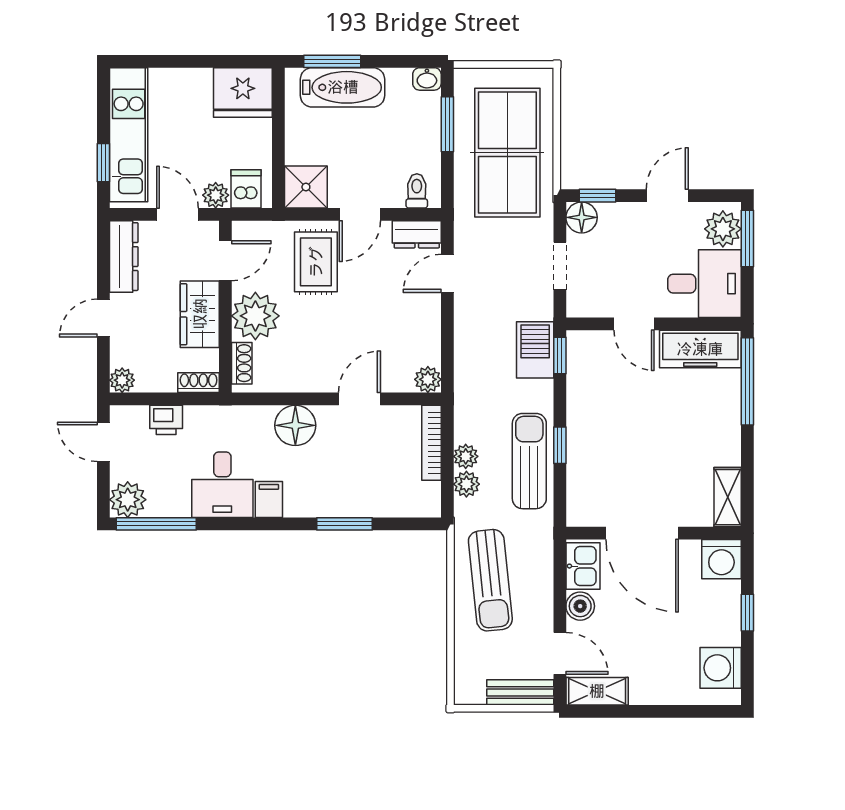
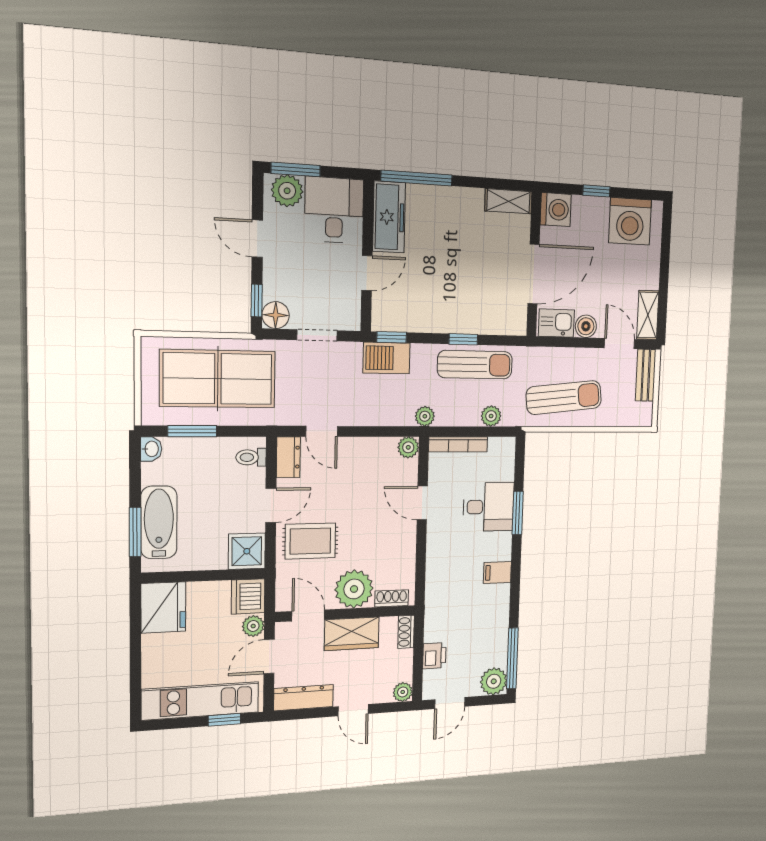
dishwasher: (246, 189) -> (248, 596), width x1.38
door: (360, 214) -> (271, 505), hinge flipped
floor lamp: (295, 425) -> (442, 554), removed
plant: (466, 456) -> (425, 416), moved
sun lounger: (529, 461) -> (475, 365), turned 180
desk: (222, 485) -> (488, 507), moved
door: (560, 653) -> (619, 344), hinge flipped
washing machine: (721, 668) -> (630, 221), width x1.37, depth x1.37

